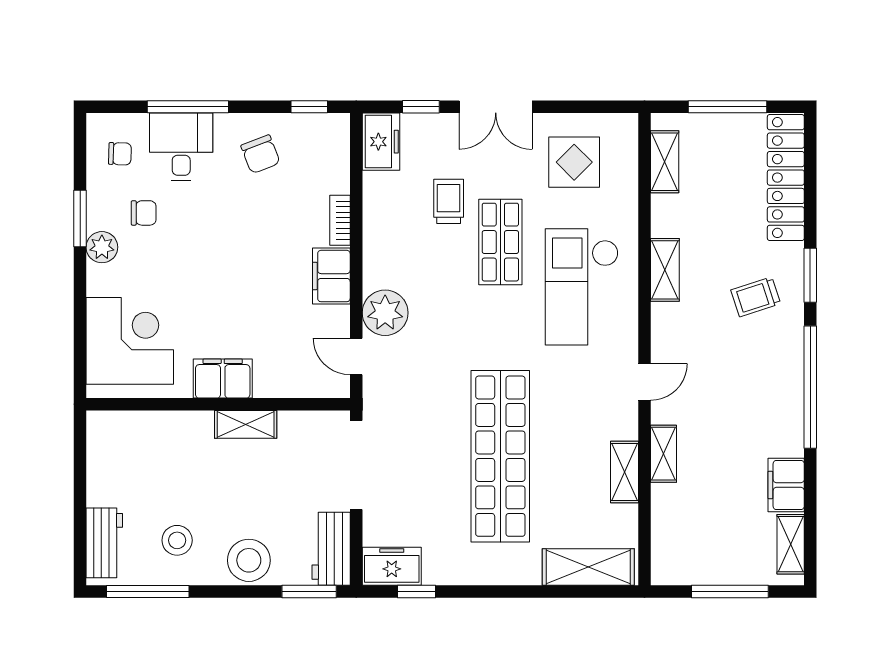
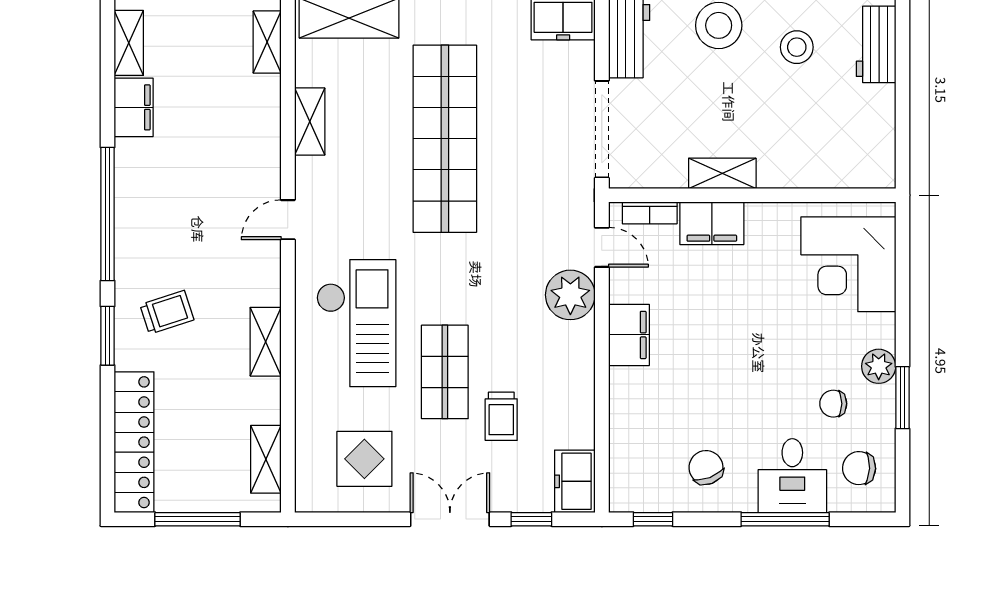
chair: (120, 154) -> (859, 468), width x1.37, depth x1.37
bookcase: (340, 220) -> (650, 213), moved, turned 90
filing cabinet: (223, 379) -> (712, 223), moved
shelving: (664, 454) -> (267, 42), moved

